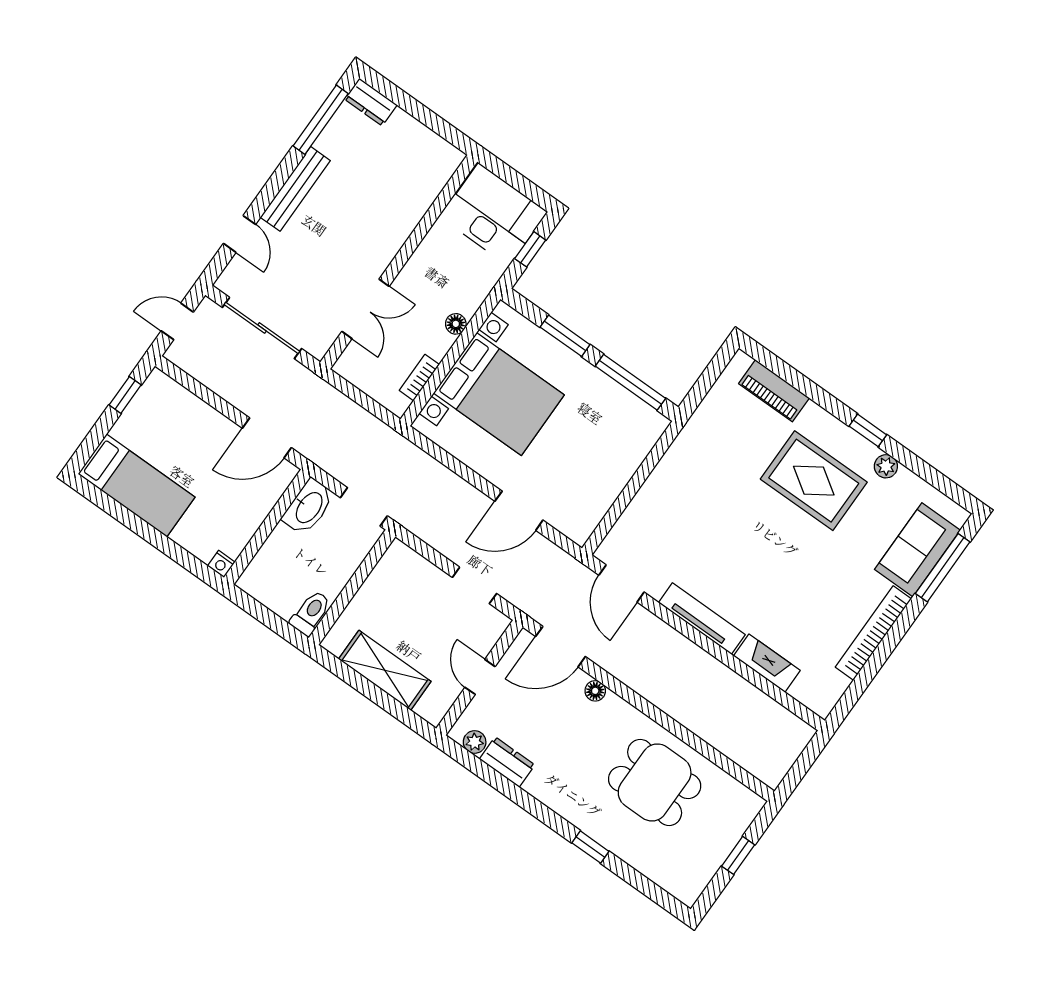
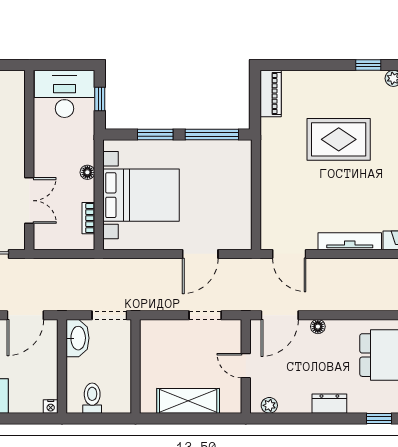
piano: (774, 391) -> (271, 94), moved, turned -90
rug: (814, 481) -> (339, 139), moved
toilet: (311, 613) -> (92, 398), moved
dresser: (507, 762) -> (329, 404), moved

